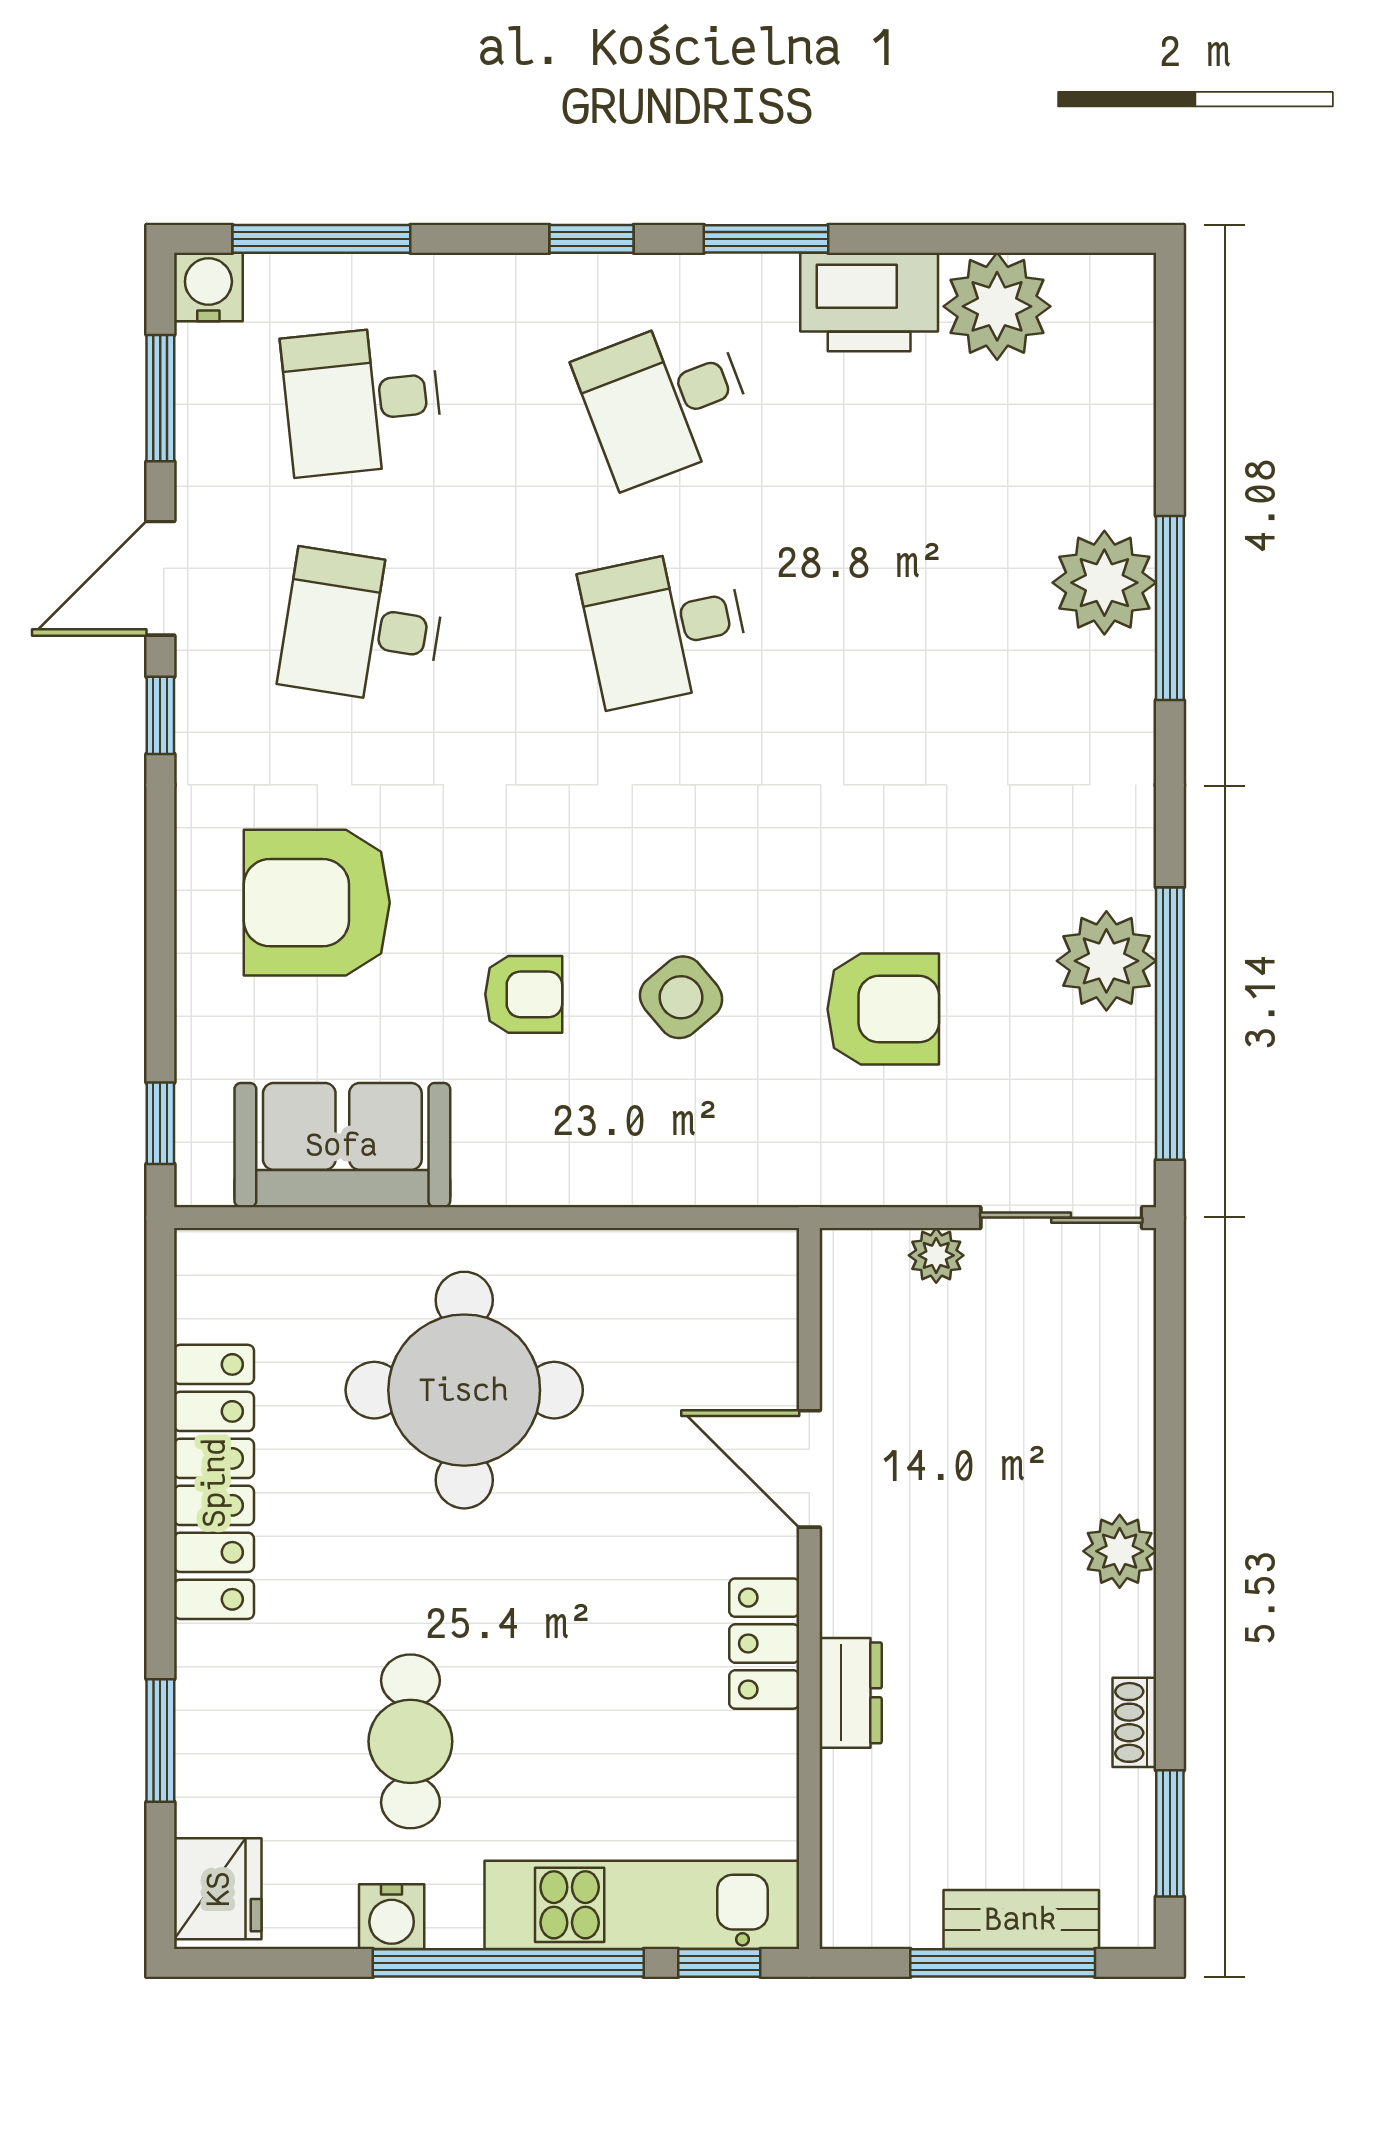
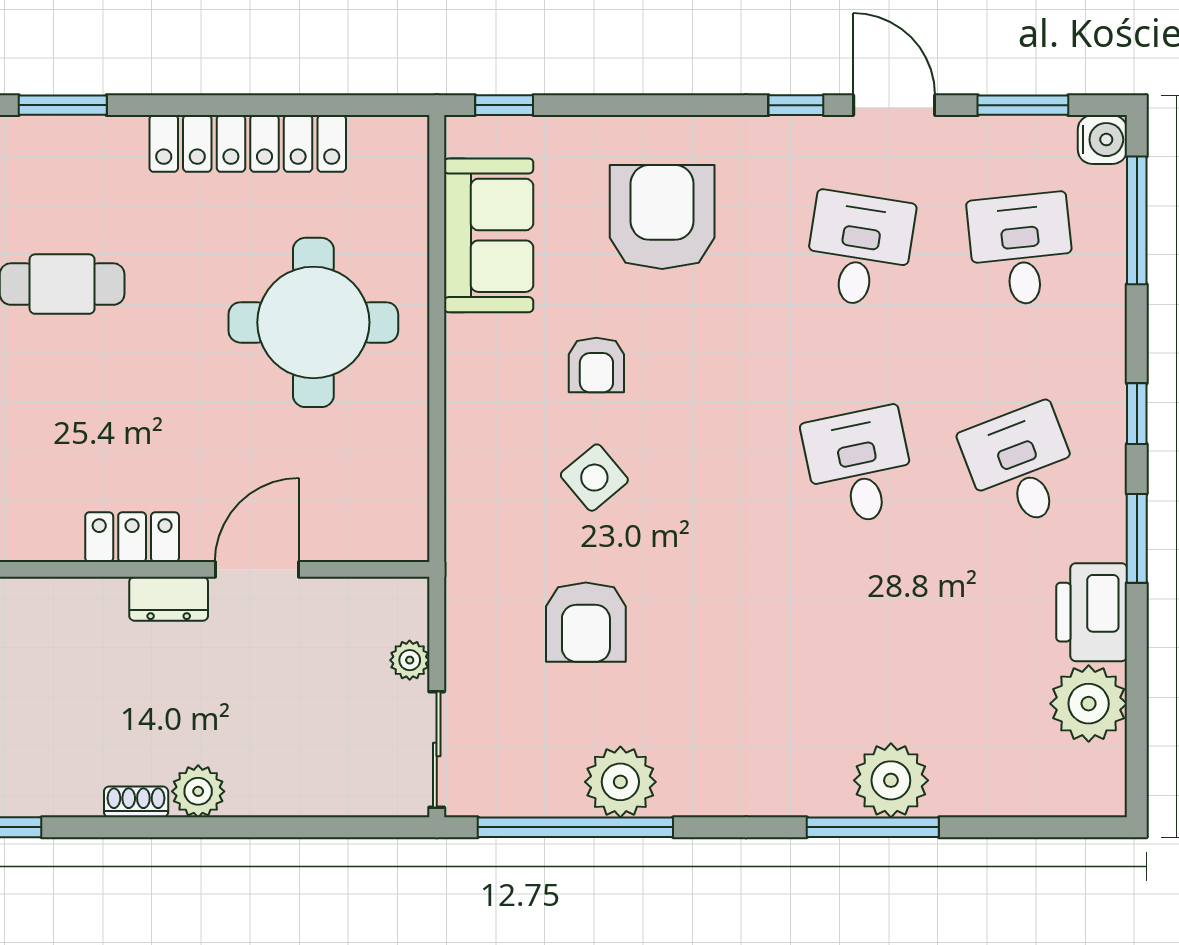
dresser: (851, 1693) -> (169, 599), moved
shoe rack: (1134, 1722) -> (136, 802), moved

